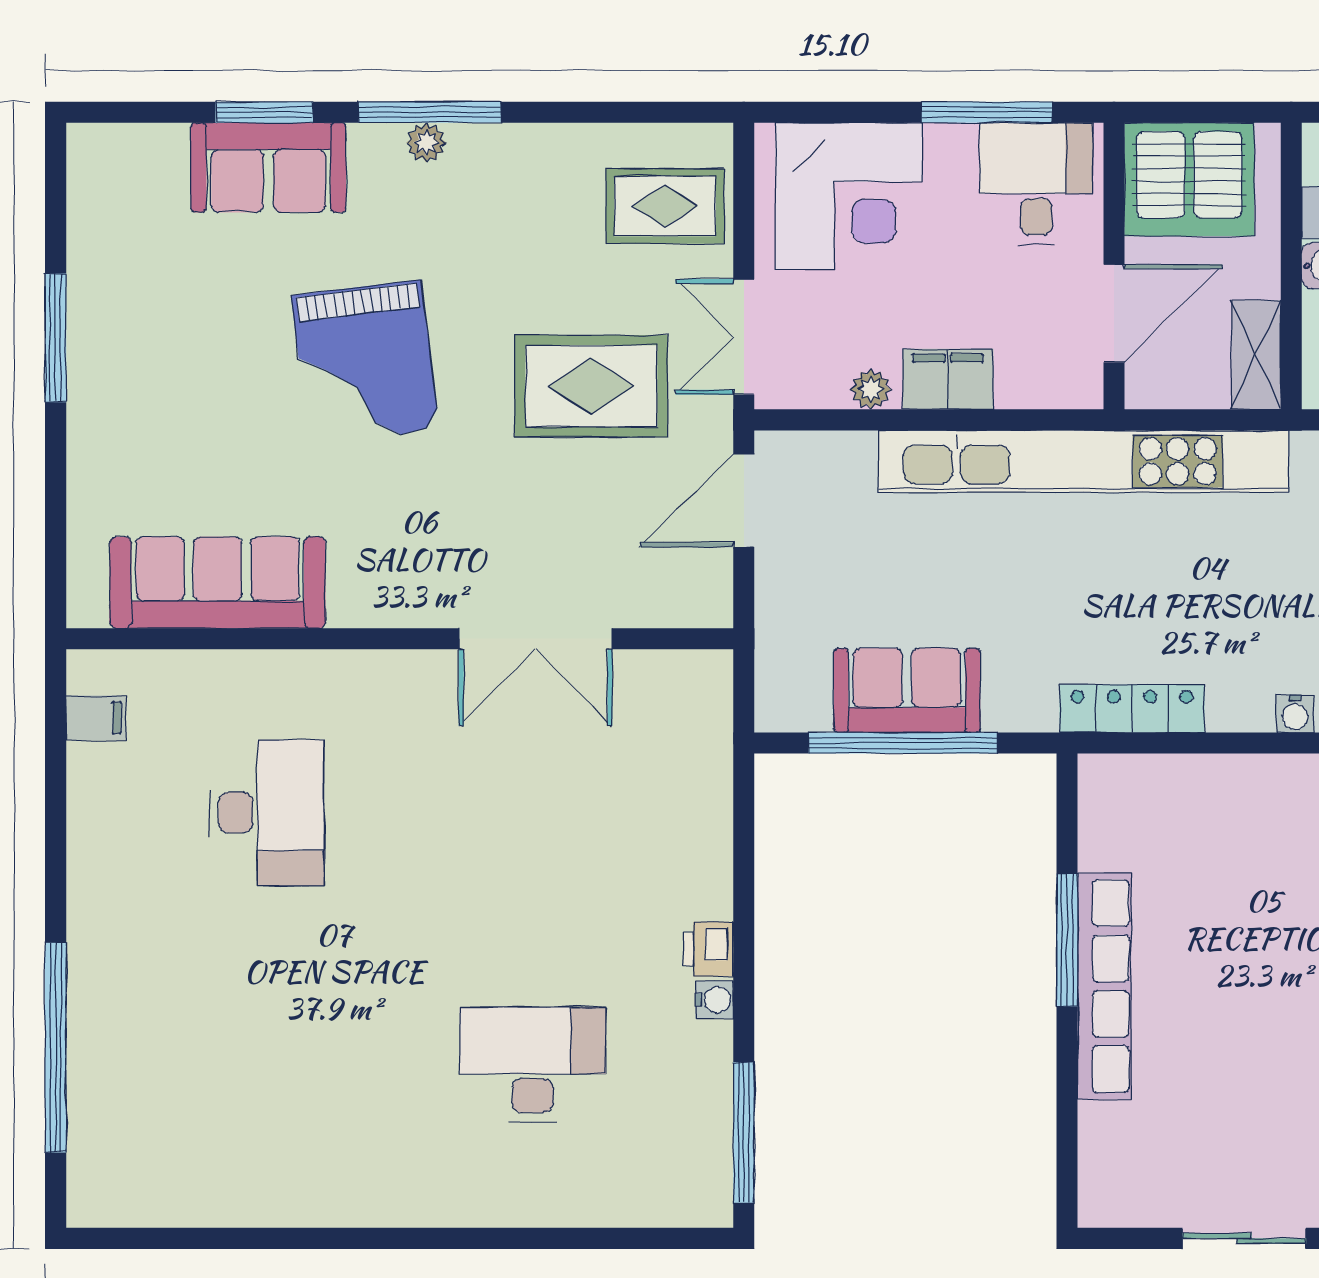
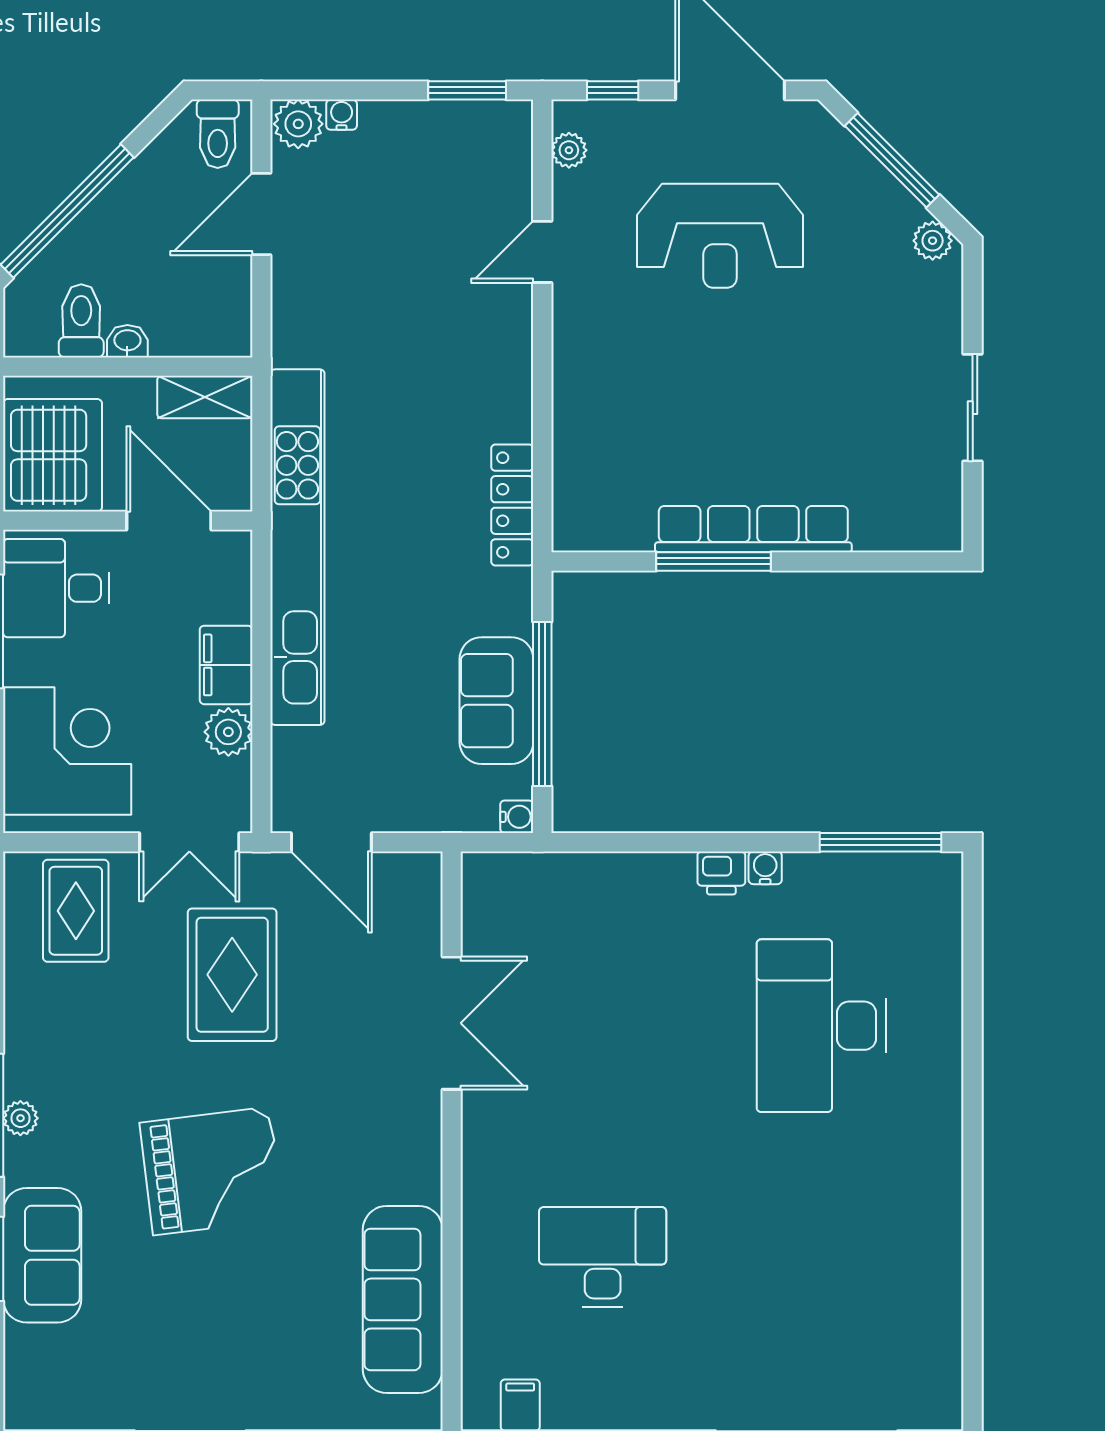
plant: (871, 389) -> (228, 732), width x1.38, depth x1.38
water cooler: (1295, 714) -> (517, 817), moved
desk: (533, 1065) -> (822, 1026), width x1.36, depth x1.30

